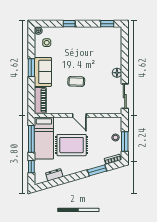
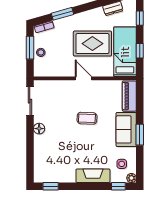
window: (69, 24) -> (118, 186), moved
fireplace: (71, 33) -> (93, 176), added
window: (31, 139) -> (140, 51), width x0.46

